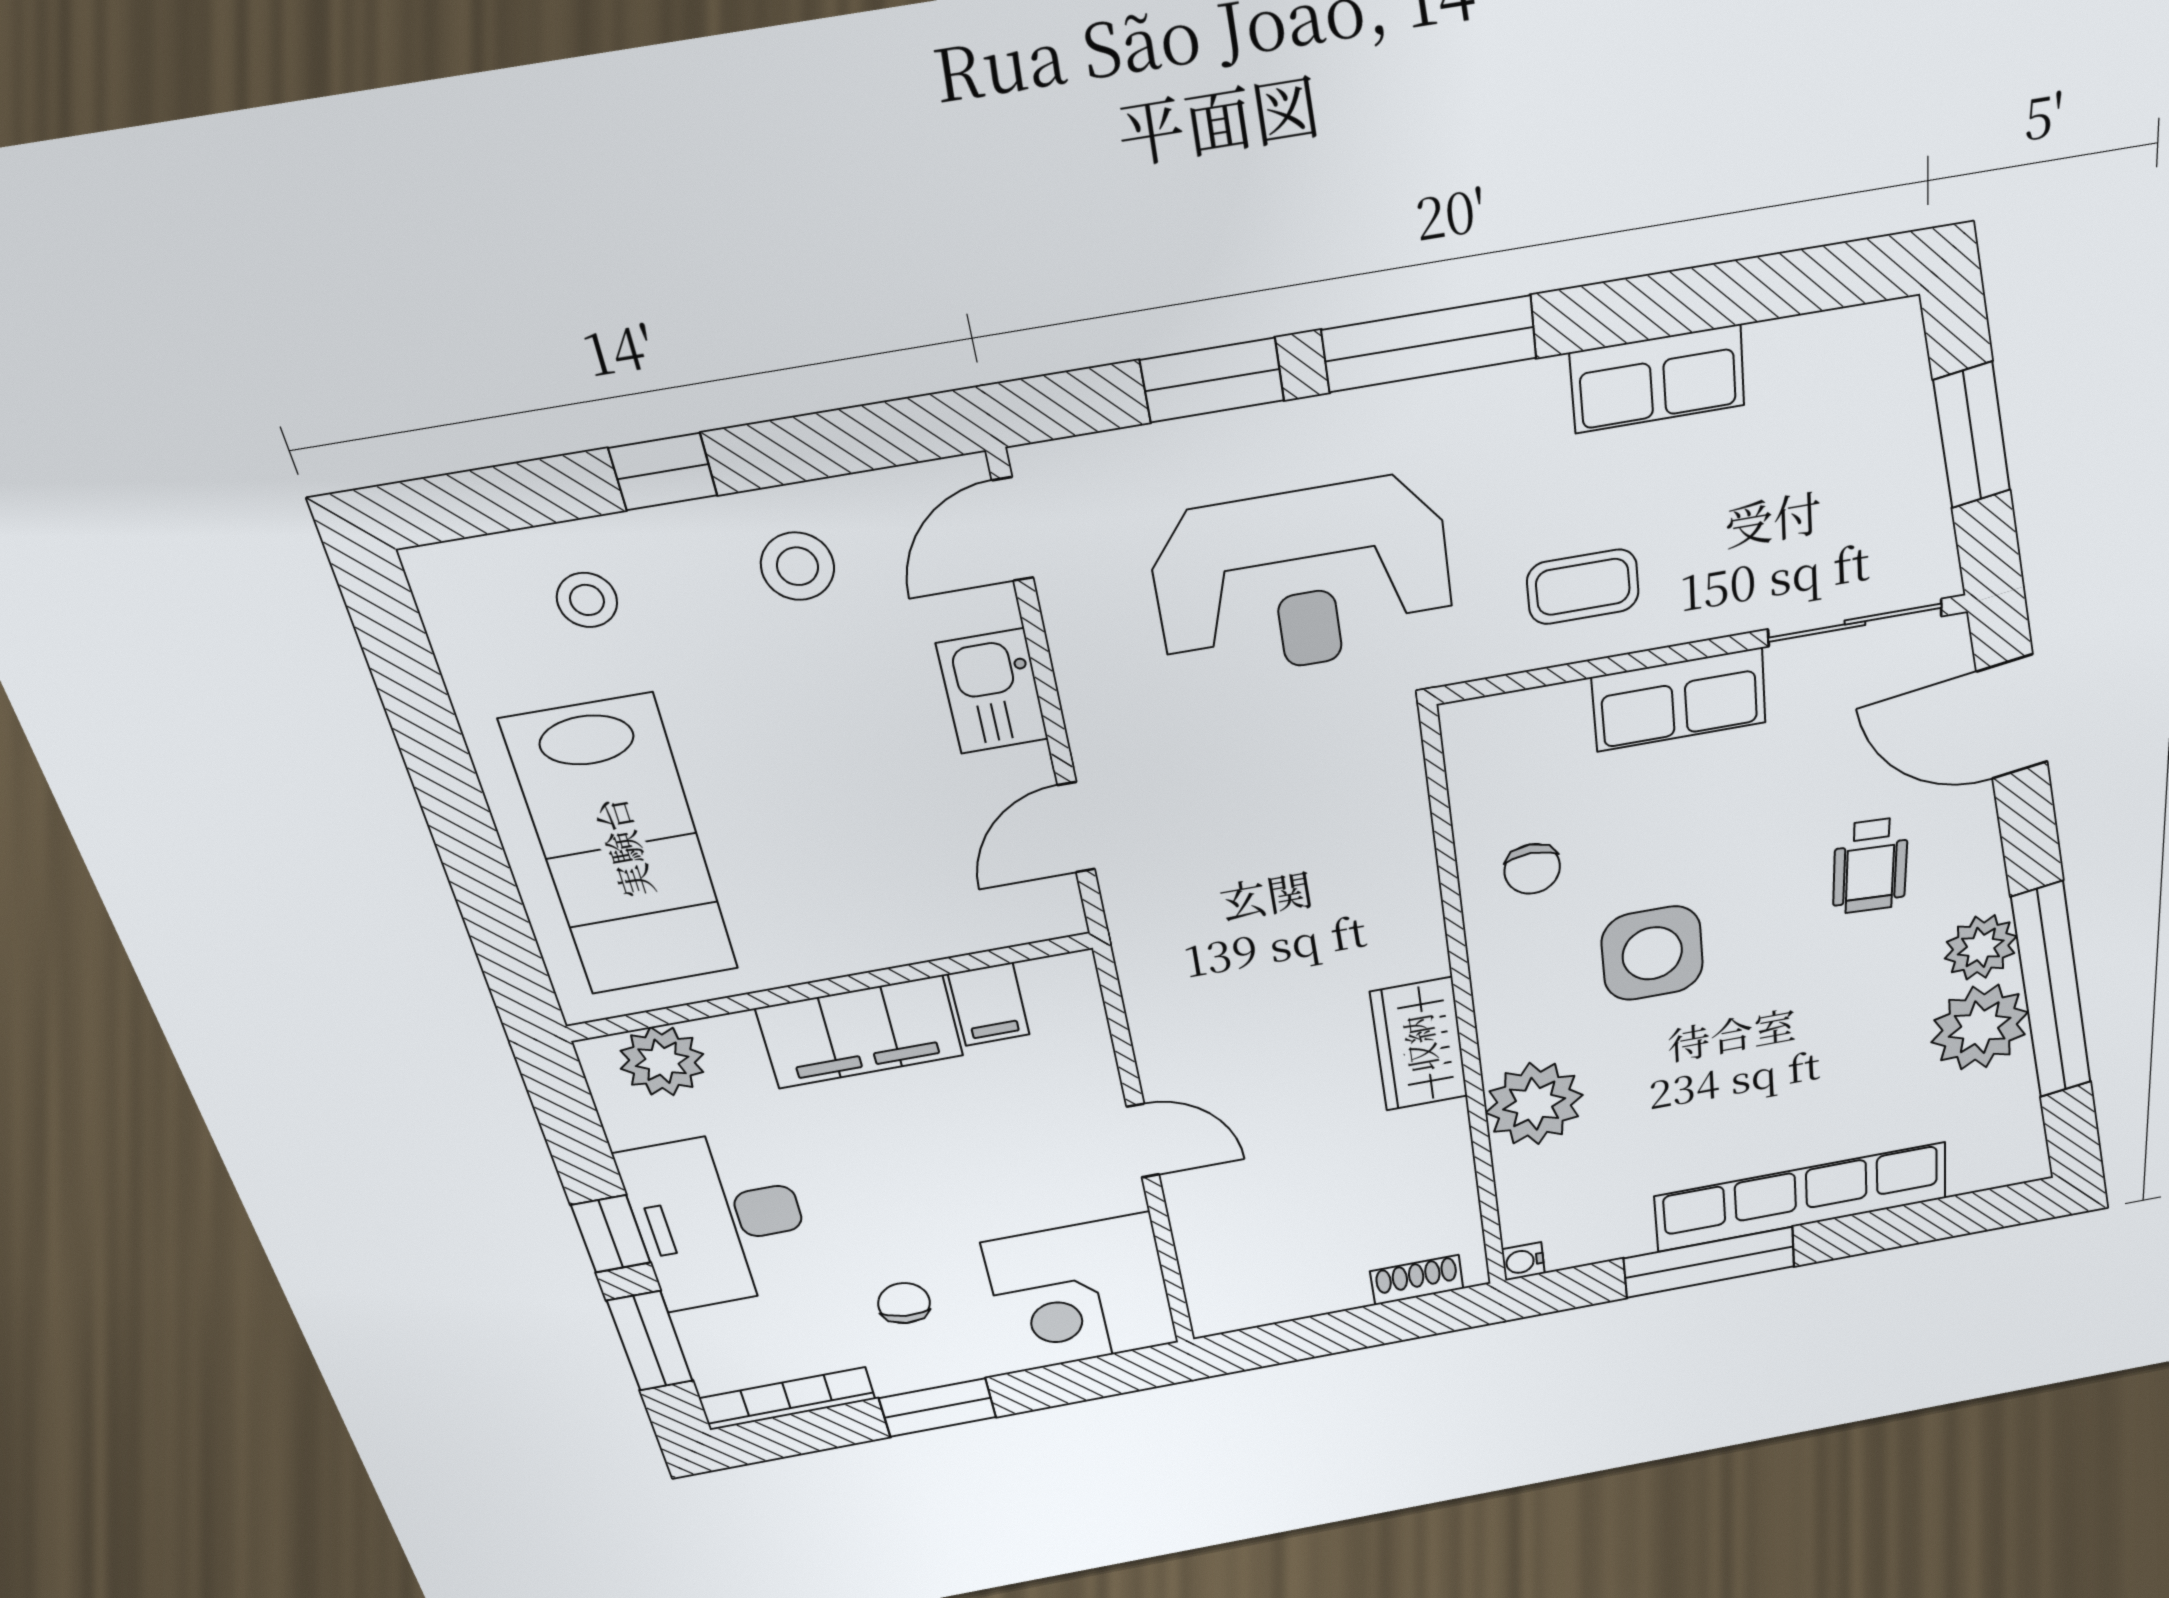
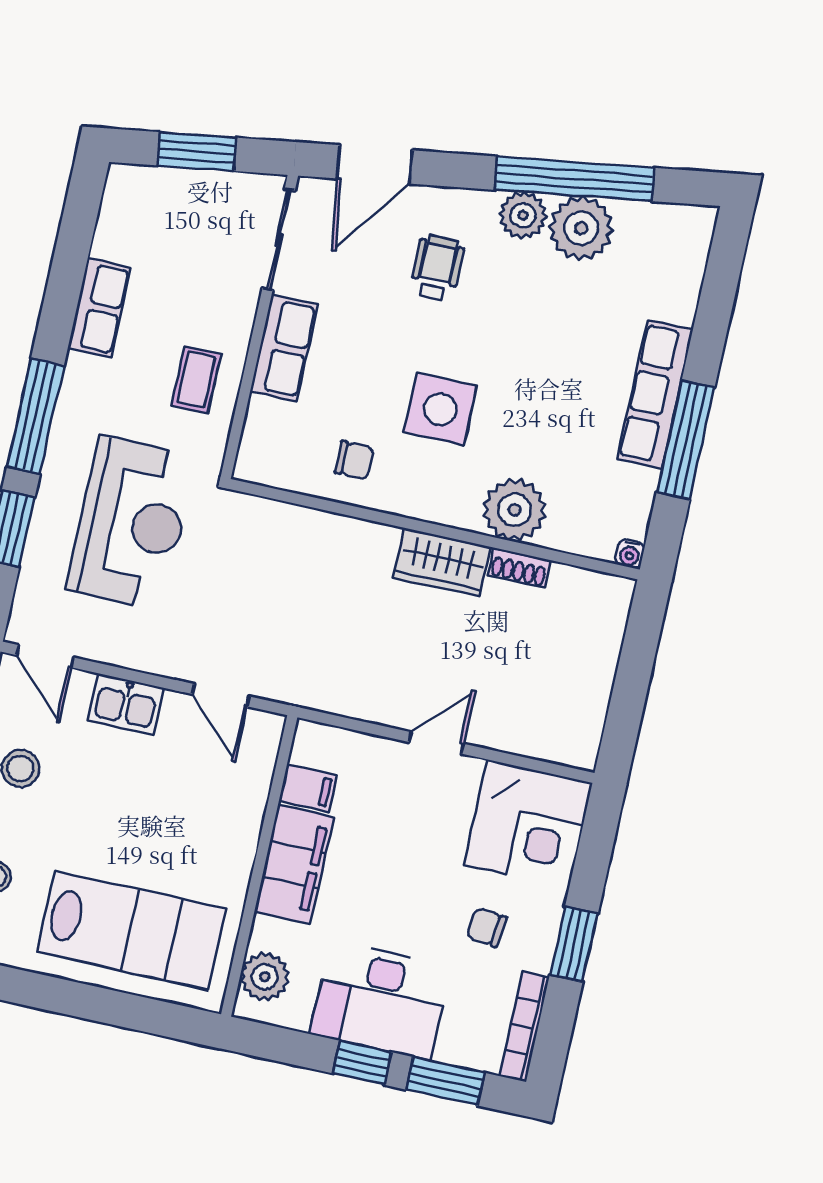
wheelchair: (1870, 866) -> (437, 268), turned -93
row of seats: (1801, 1197) -> (655, 394), width x0.73
shoe rack: (1417, 1280) -> (519, 568), moved, turned -90

